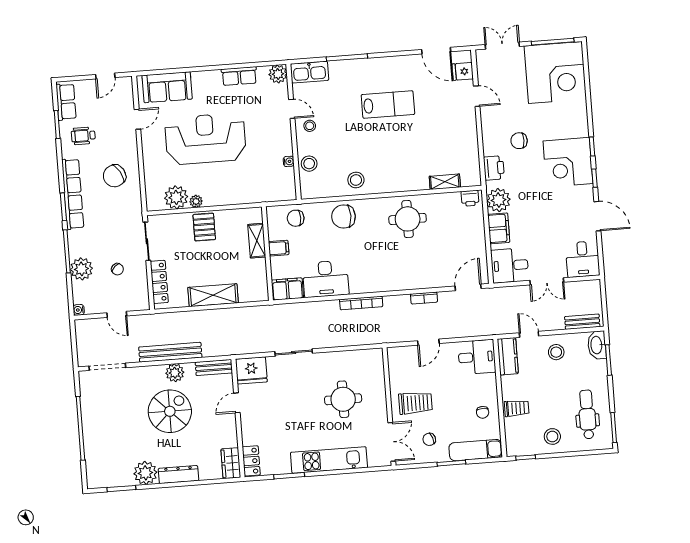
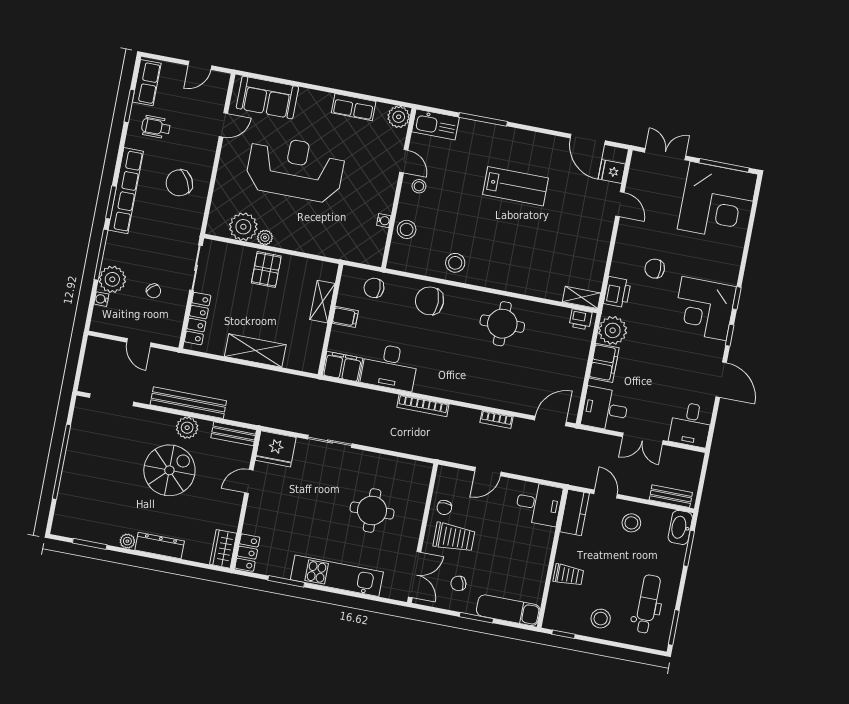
shelving: (445, 182) -> (582, 297), moved
water cooler: (79, 310) -> (101, 299), moved
chair: (483, 412) -> (444, 507), moved
plant: (145, 473) -> (127, 541), width x0.53, depth x0.53

